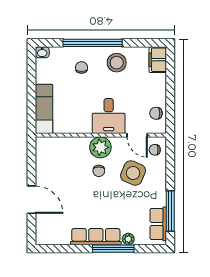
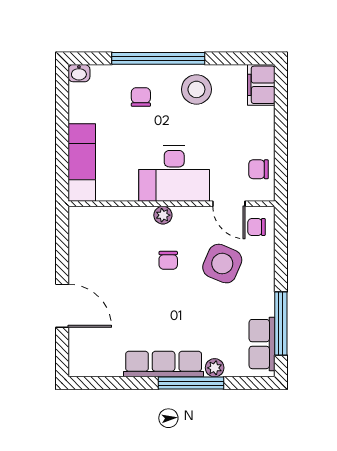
desk: (109, 116) -> (174, 174), width x1.37
plant: (100, 147) -> (163, 215), width x0.53, depth x0.53

